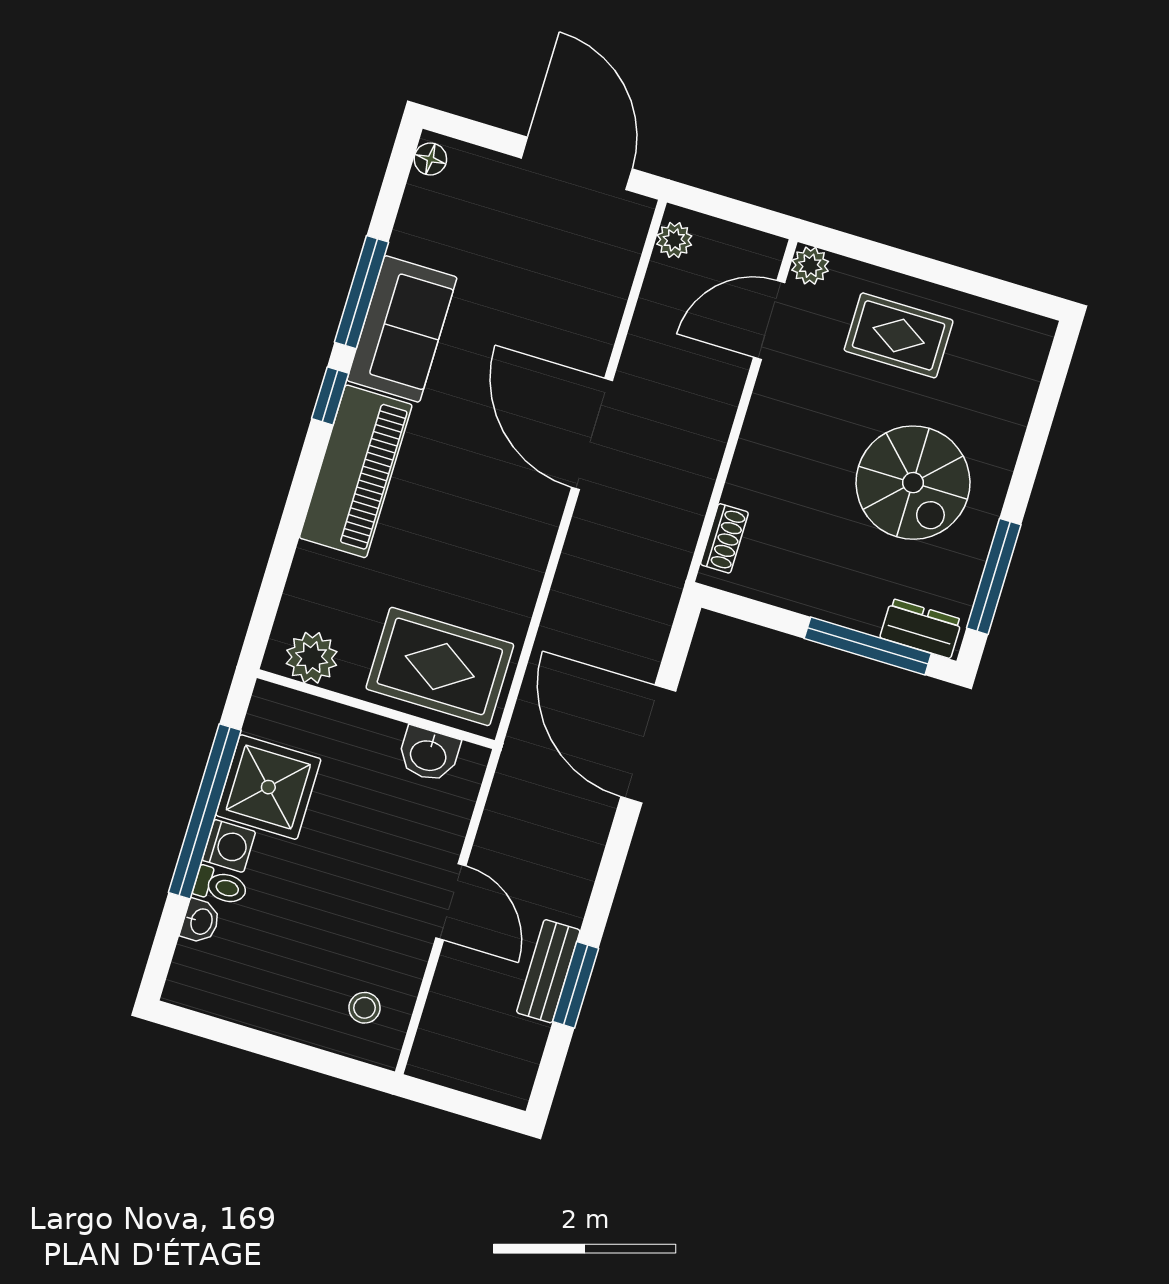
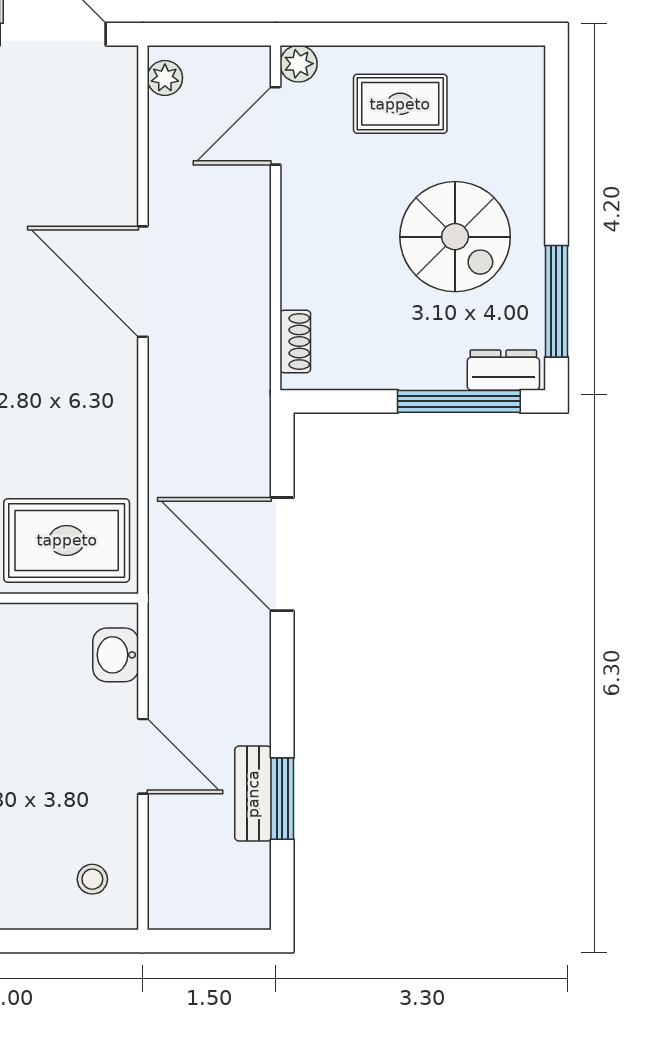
washbasin: (429, 754) -> (116, 655), moved, turned 90

